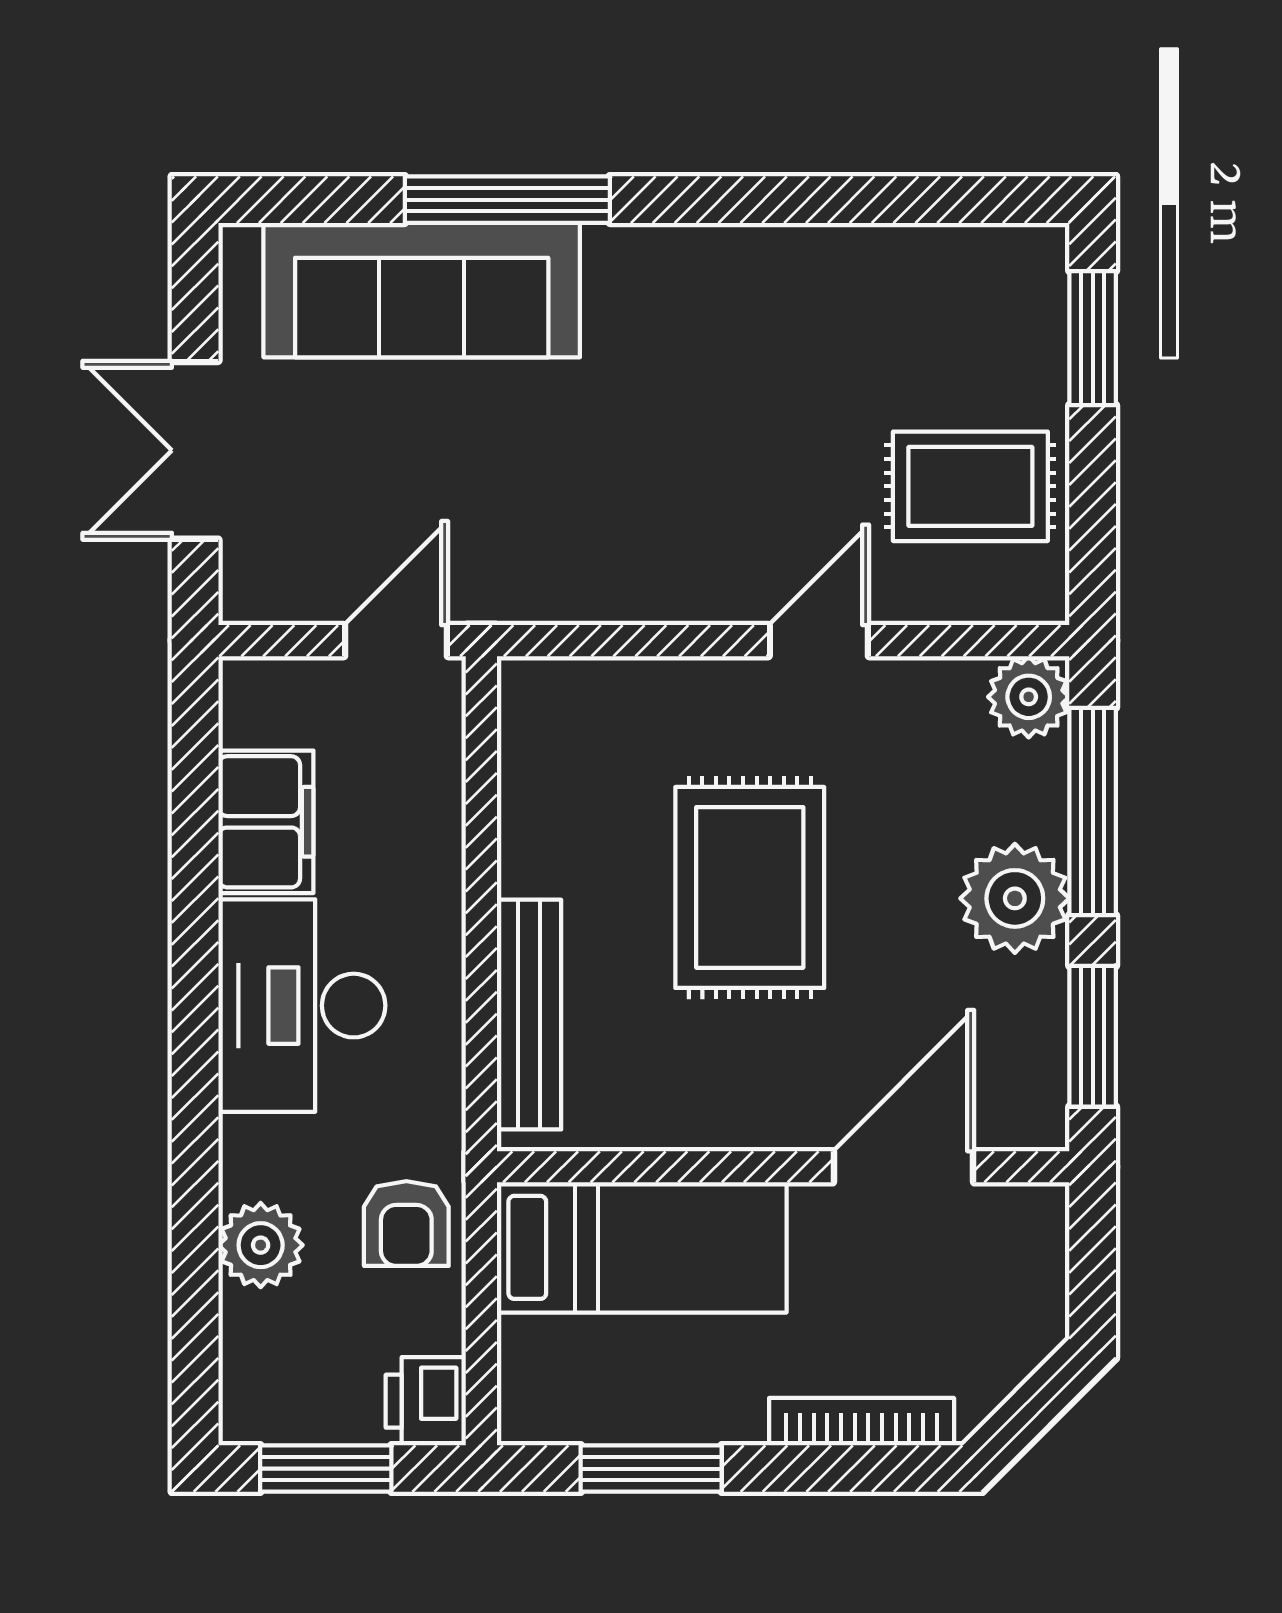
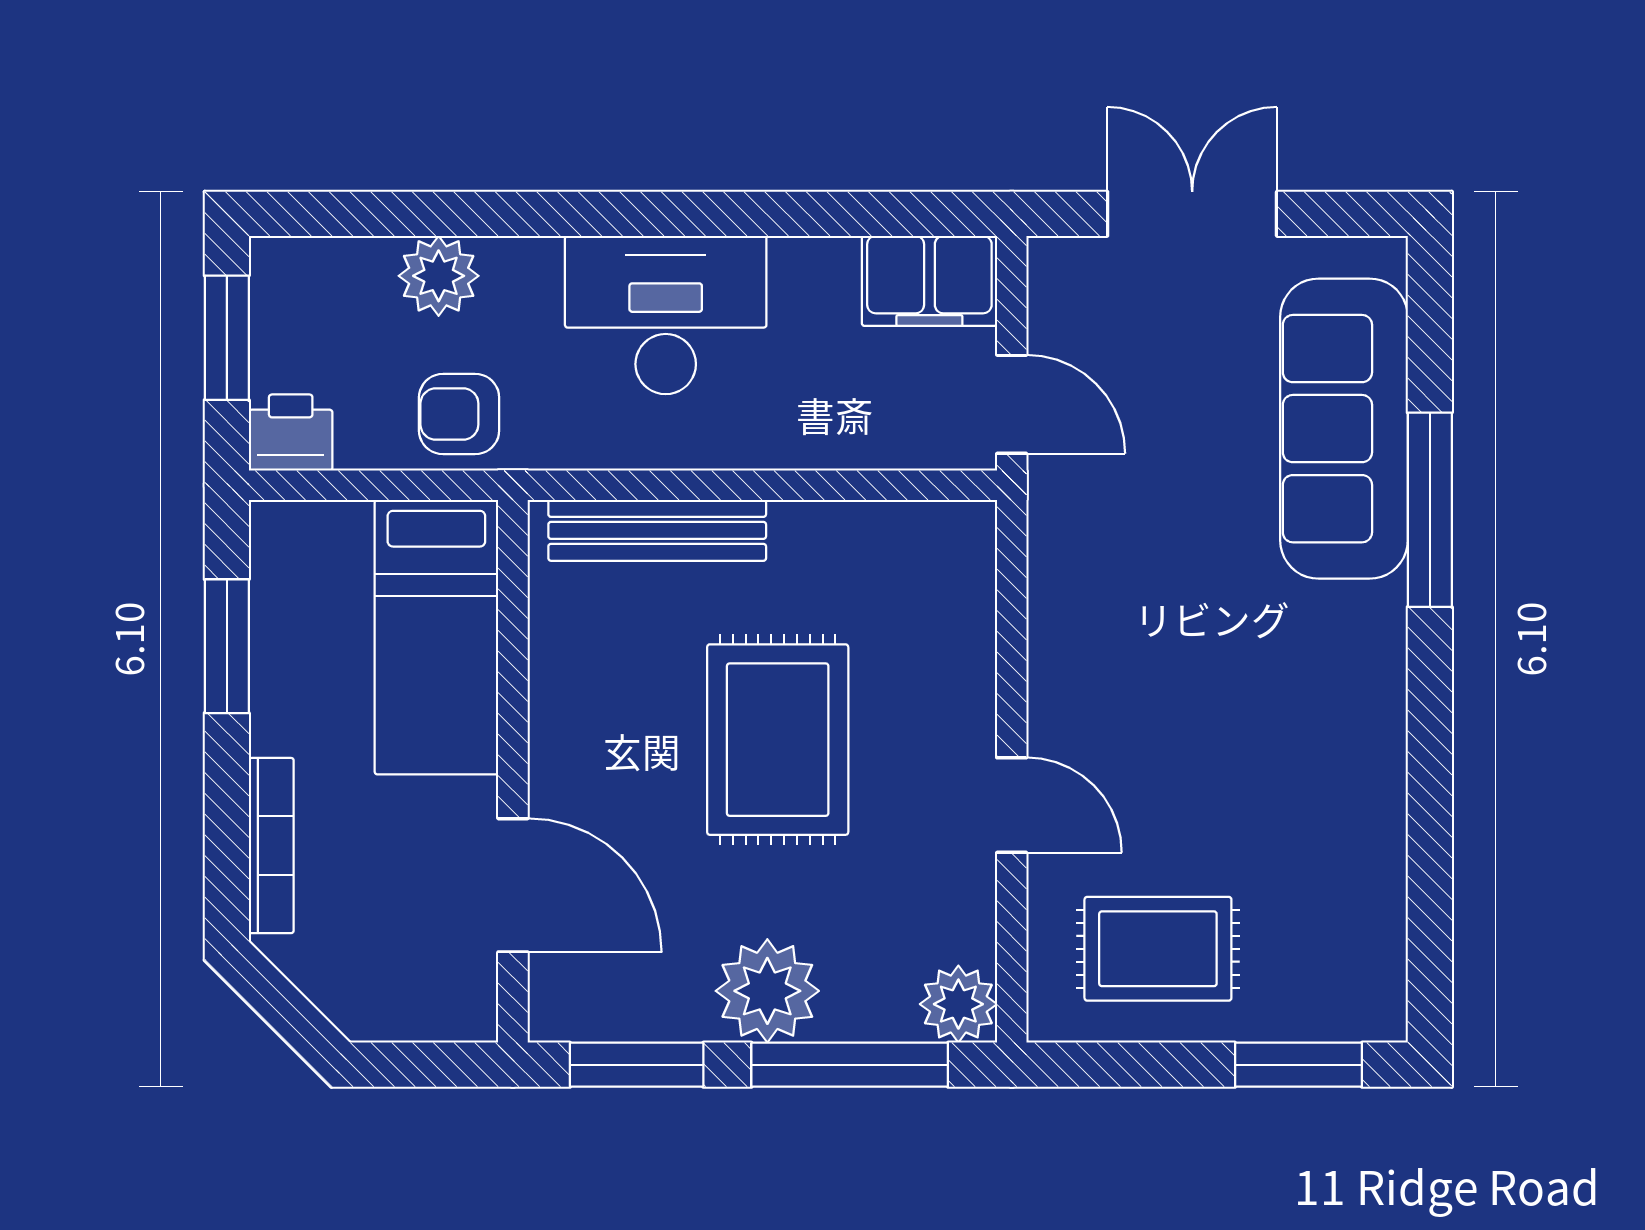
rug: (970, 486) -> (1158, 949), turned 90
filing cabinet: (266, 822) -> (929, 281), moved
rug: (750, 887) -> (778, 740), turned 90

